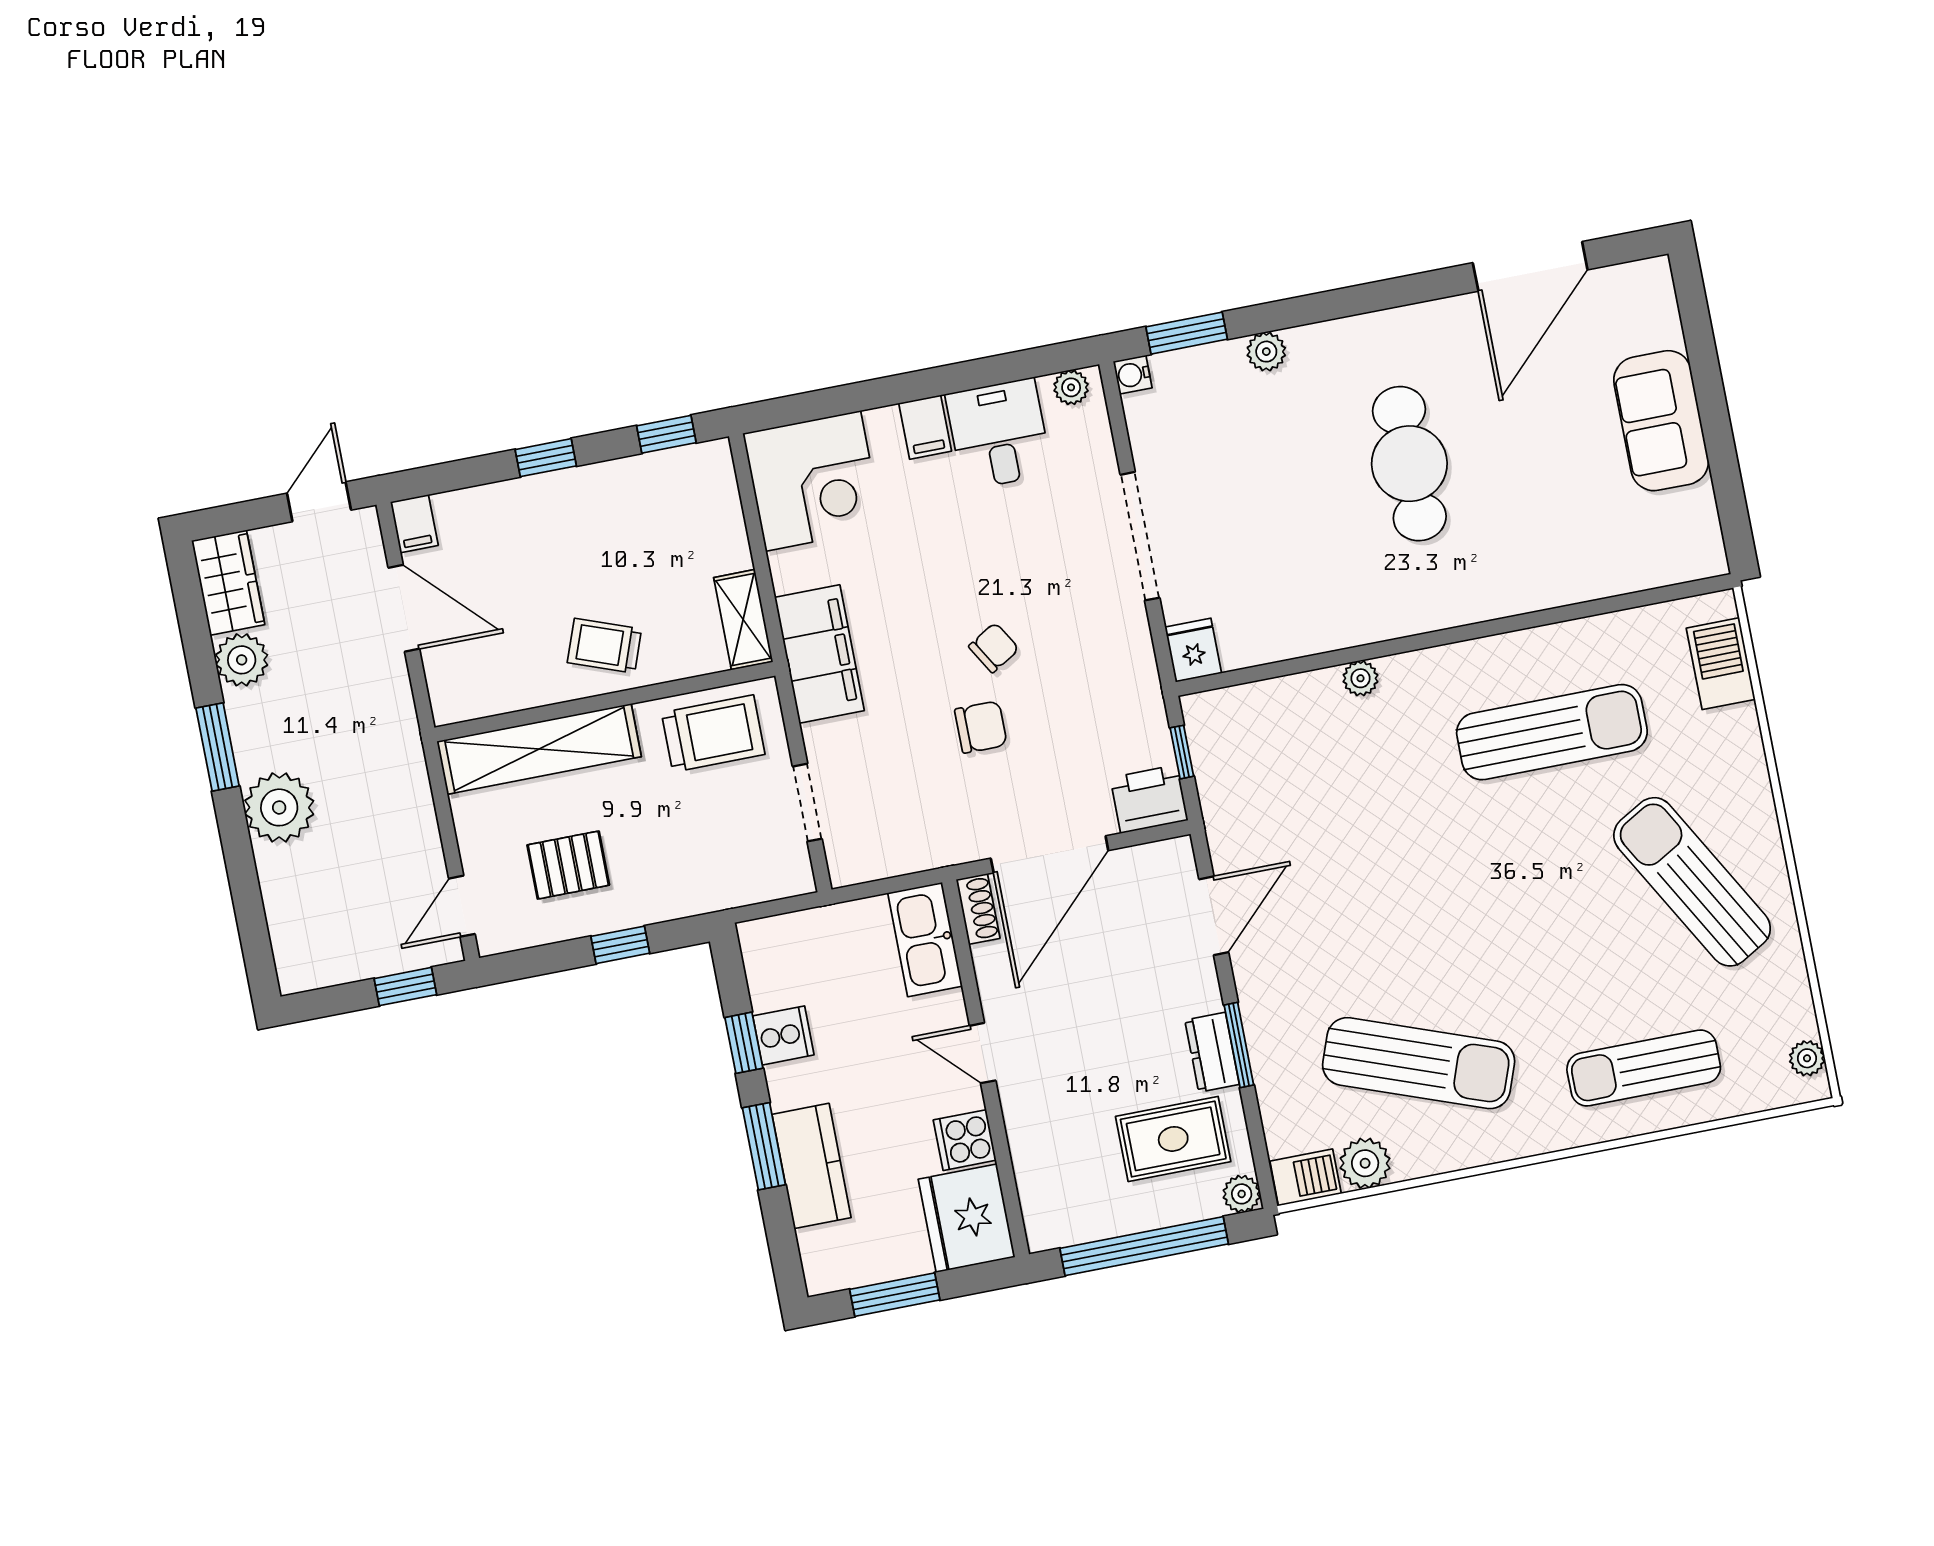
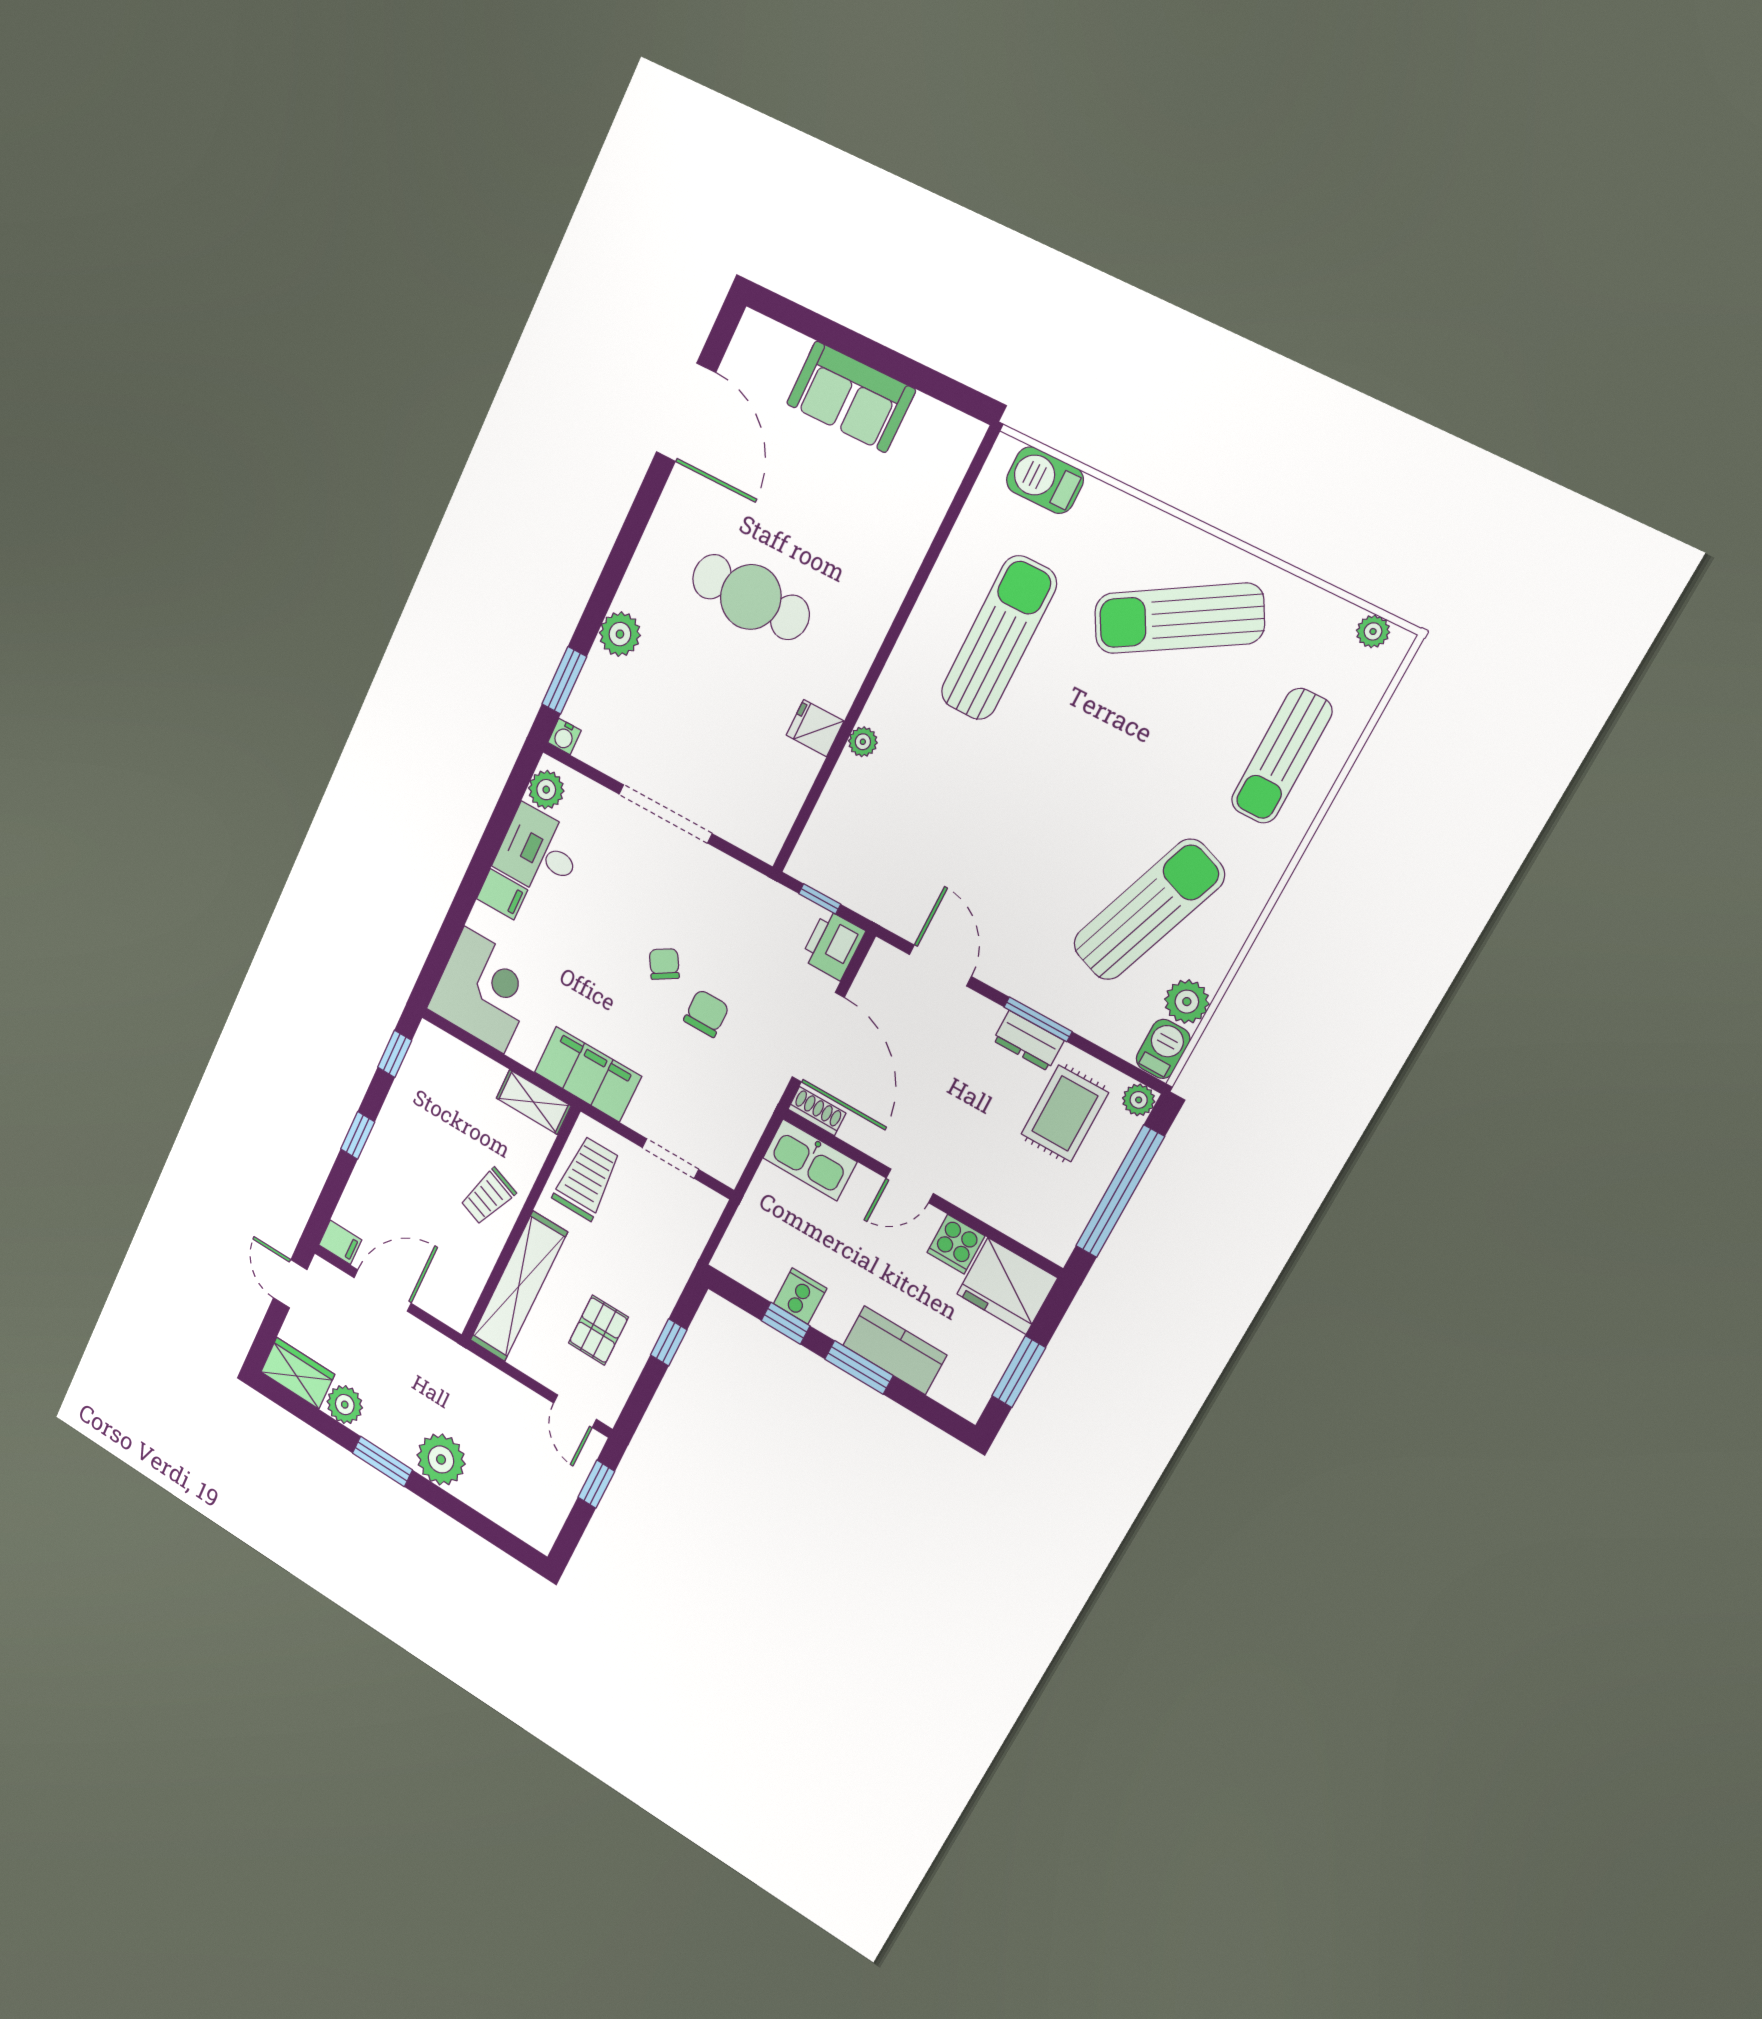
plant: (1266, 352) -> (620, 634), width x1.38, depth x1.38
plant: (1071, 387) -> (546, 790), width x1.38, depth x1.38
fridge: (1193, 650) -> (815, 728), moved

